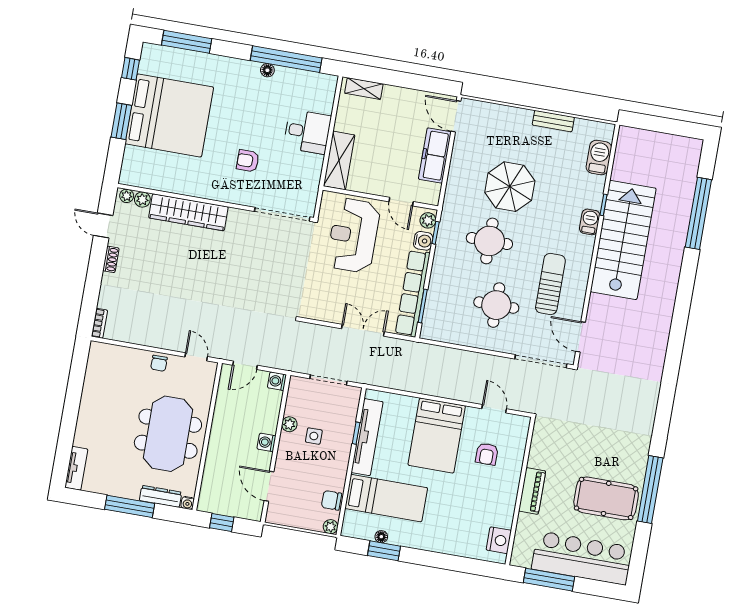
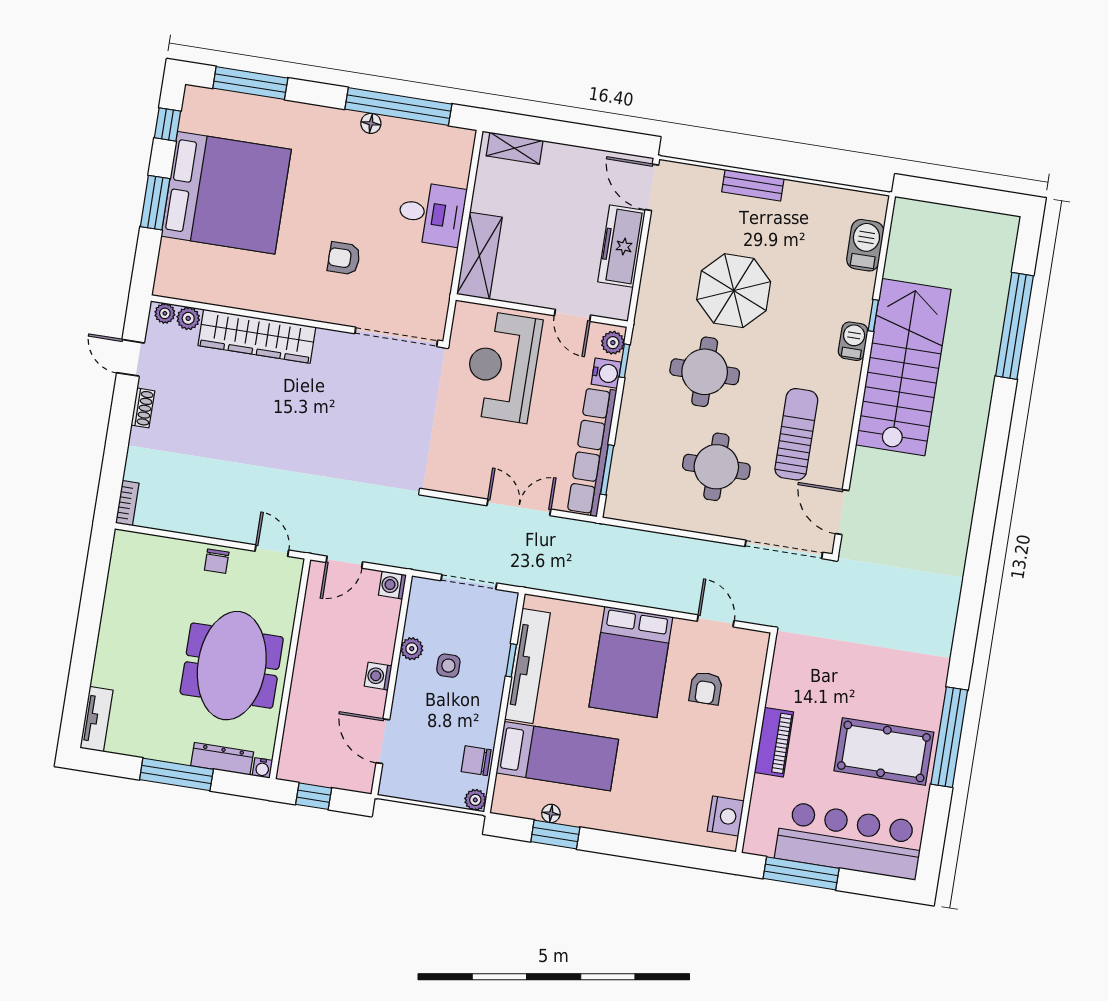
bench: (553, 121) -> (753, 185), moved

